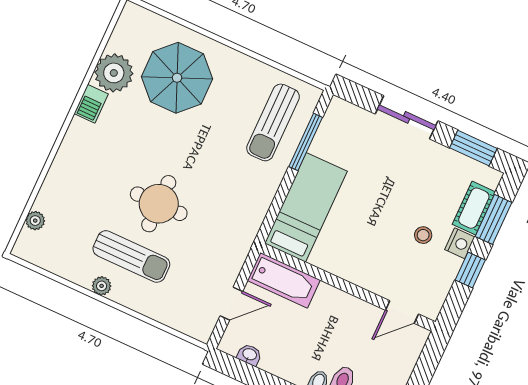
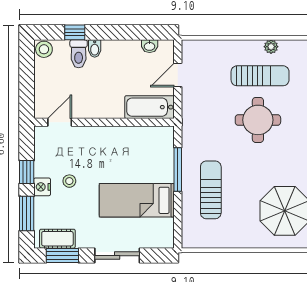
sun lounger: (273, 122) -> (211, 190), moved
window: (306, 142) -> (178, 169), moved
bed: (306, 207) -> (137, 200), moved, turned 90
cot: (474, 208) -> (57, 239), moved, turned 90
sun lounger: (131, 256) -> (260, 76), turned 180

